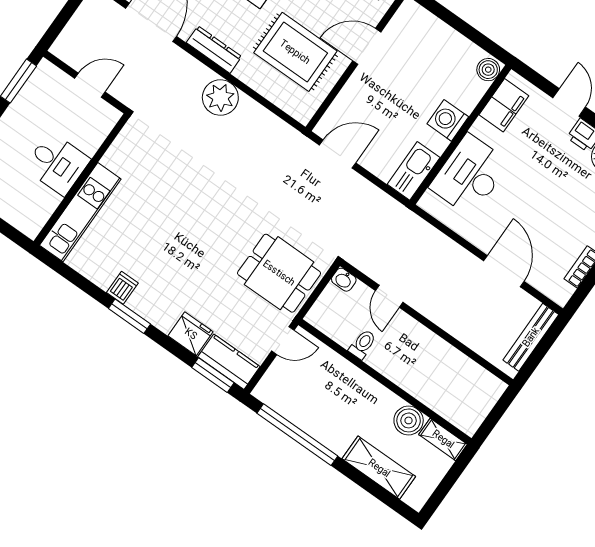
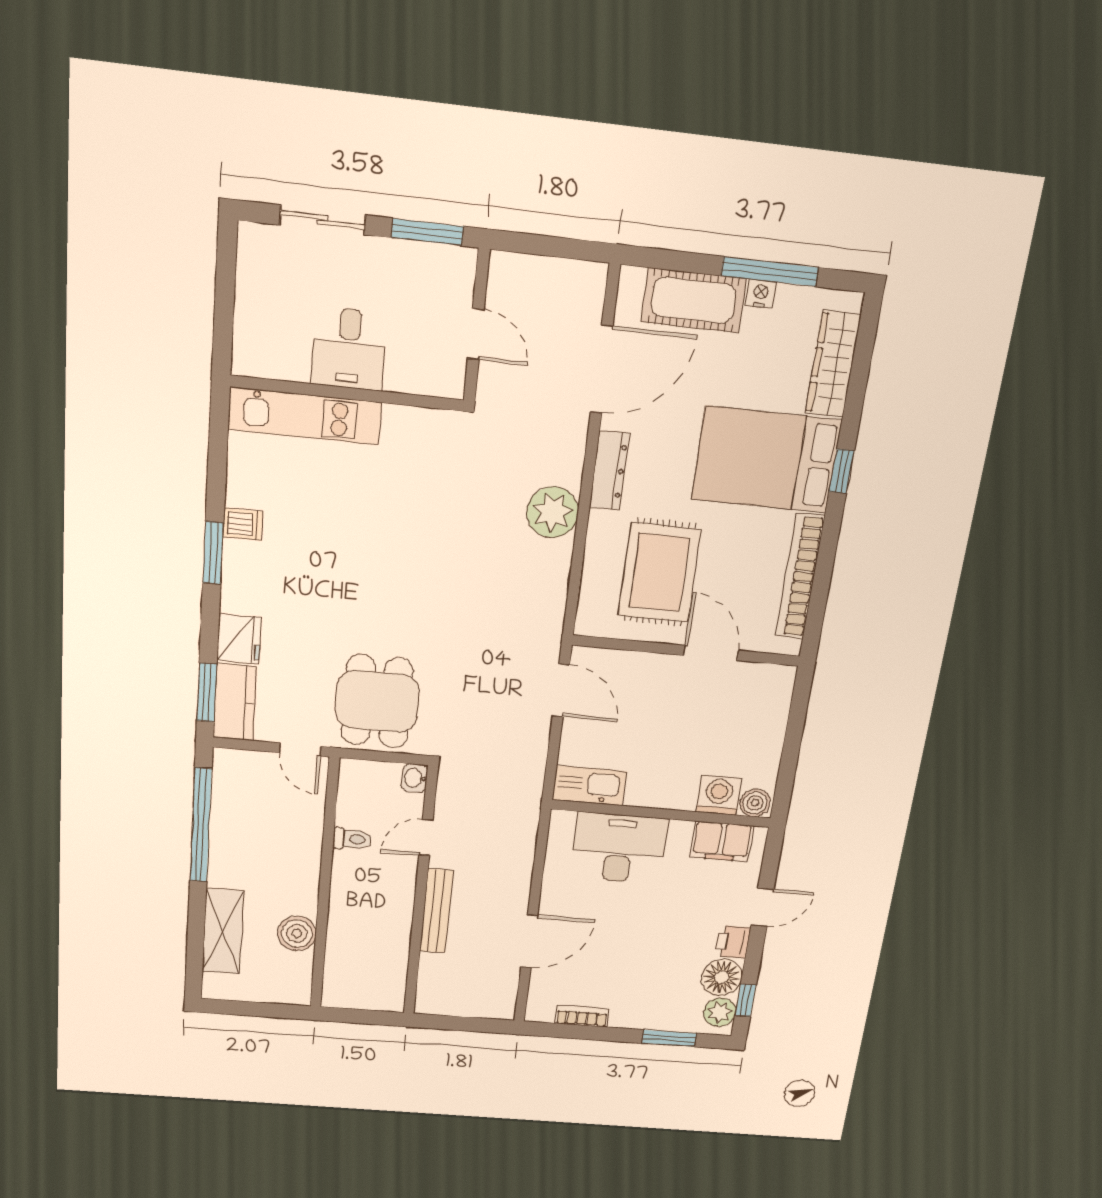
washing machine: (448, 120) -> (719, 795), moved
bench: (531, 337) -> (436, 911), moved, turned 90
shelving: (443, 439) -> (299, 979), removed

